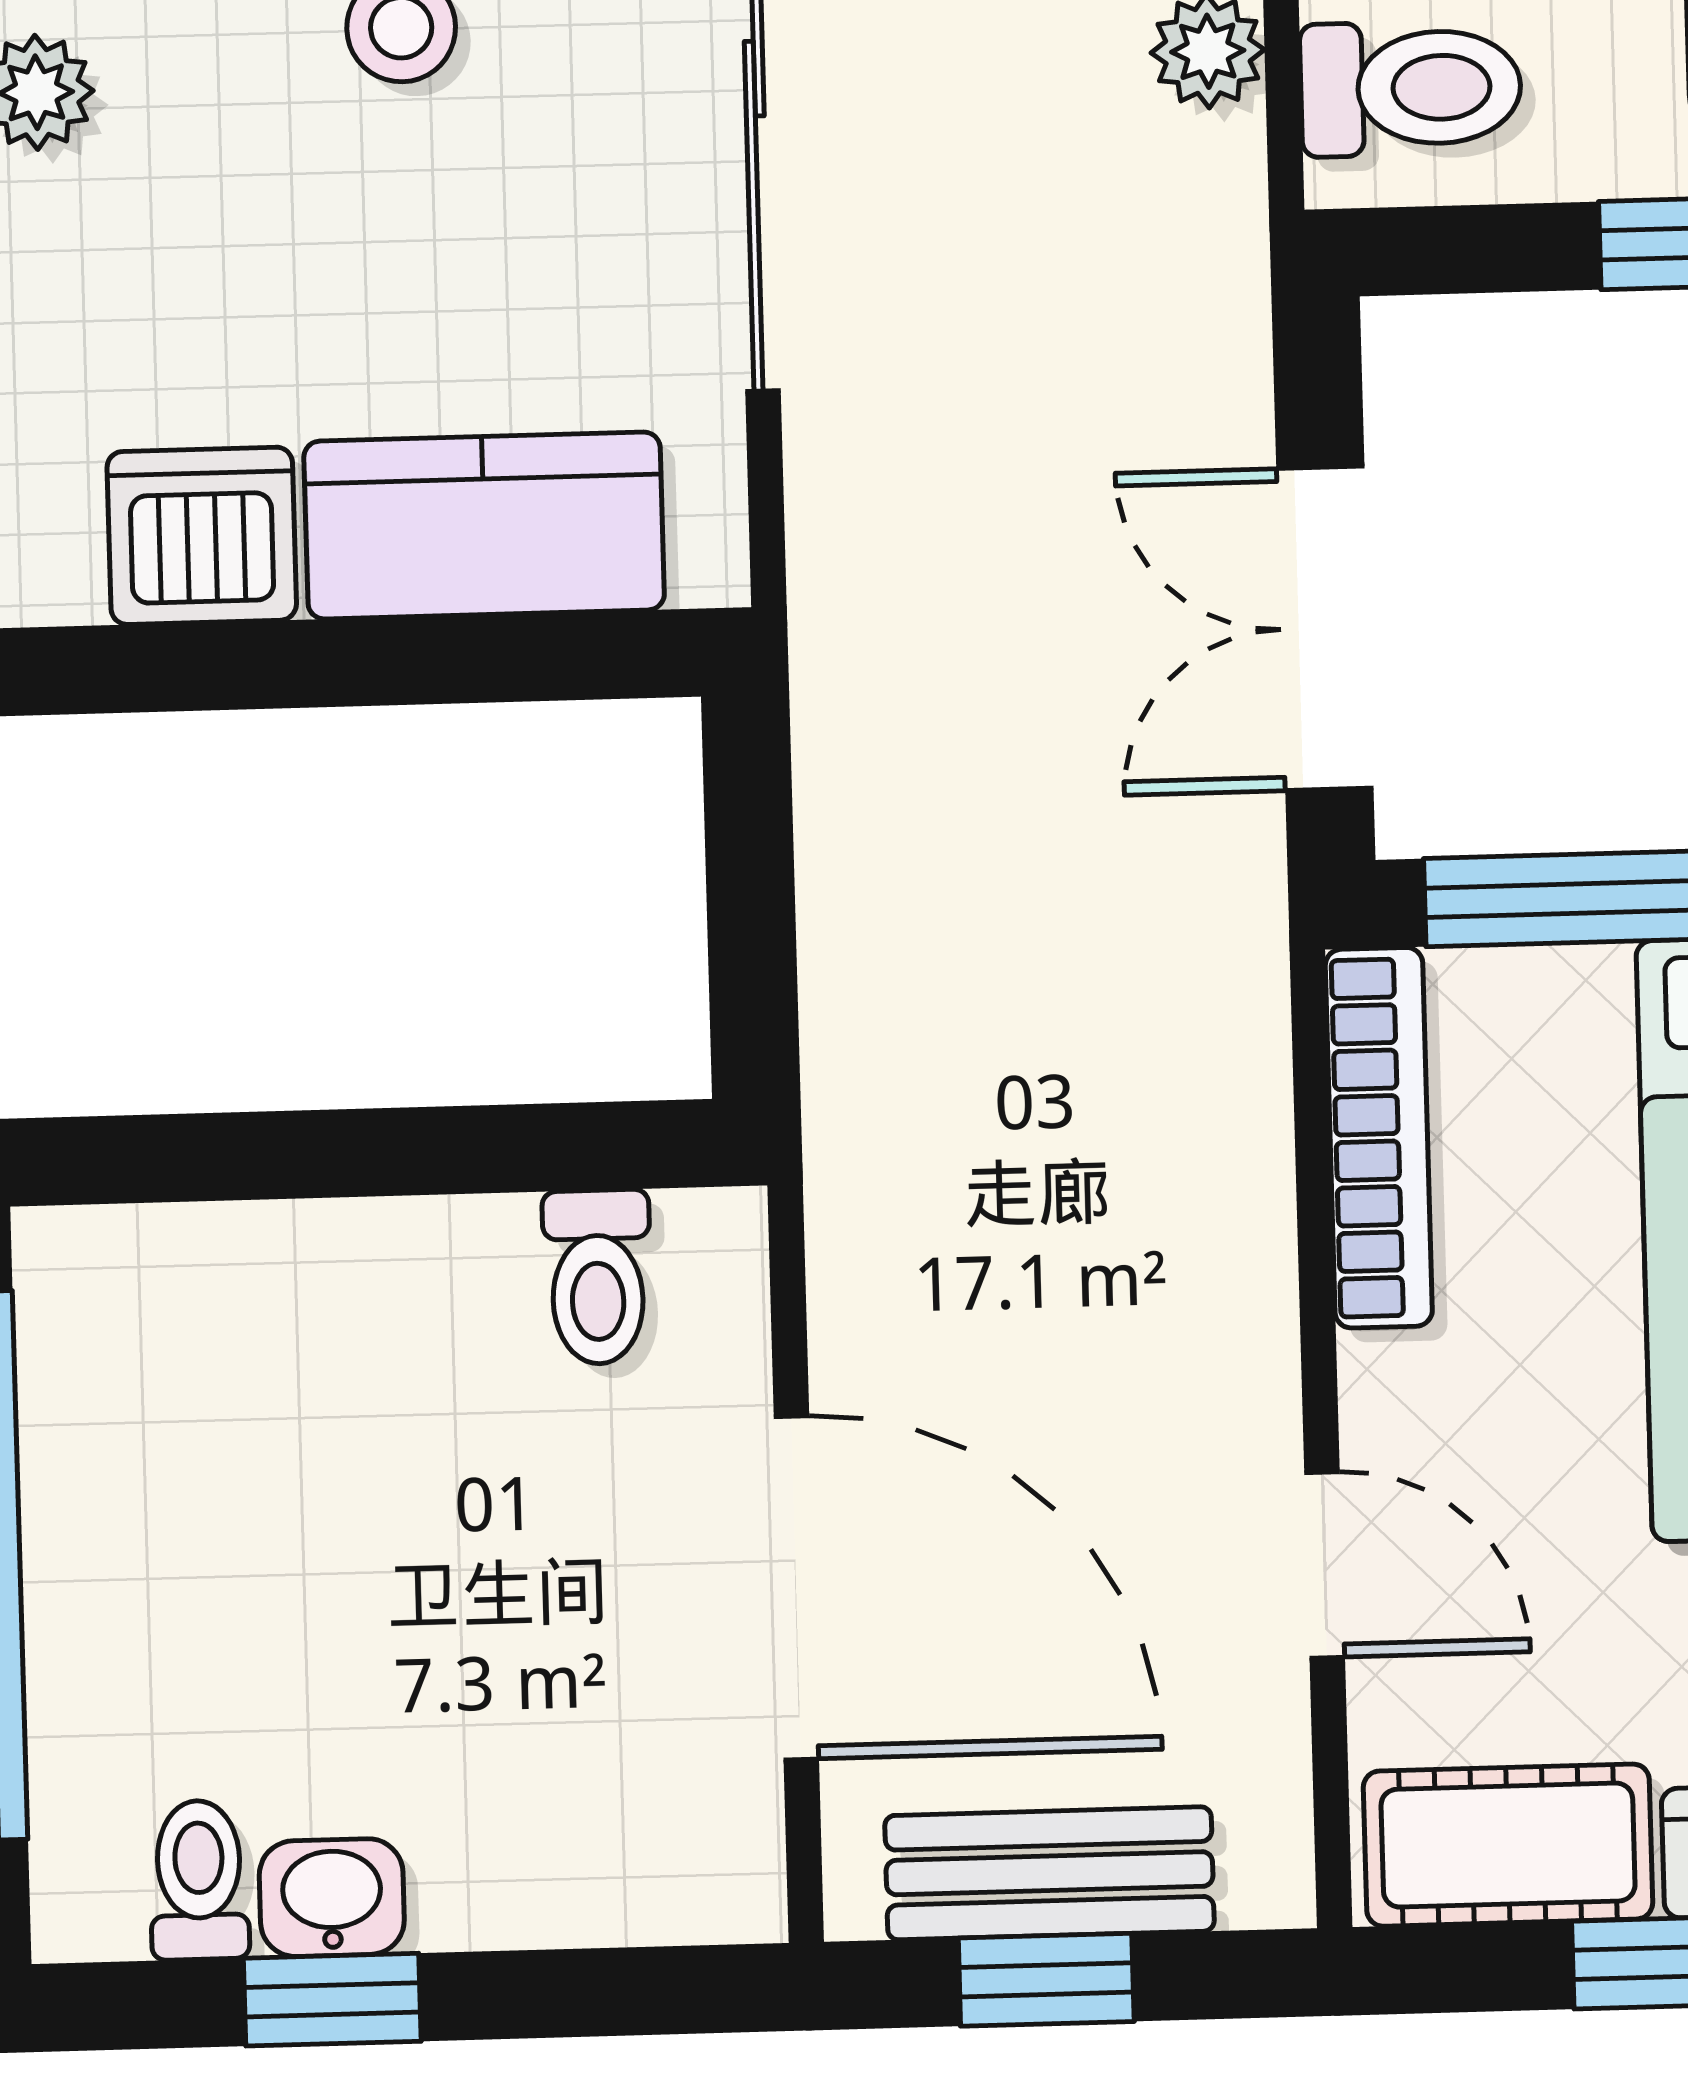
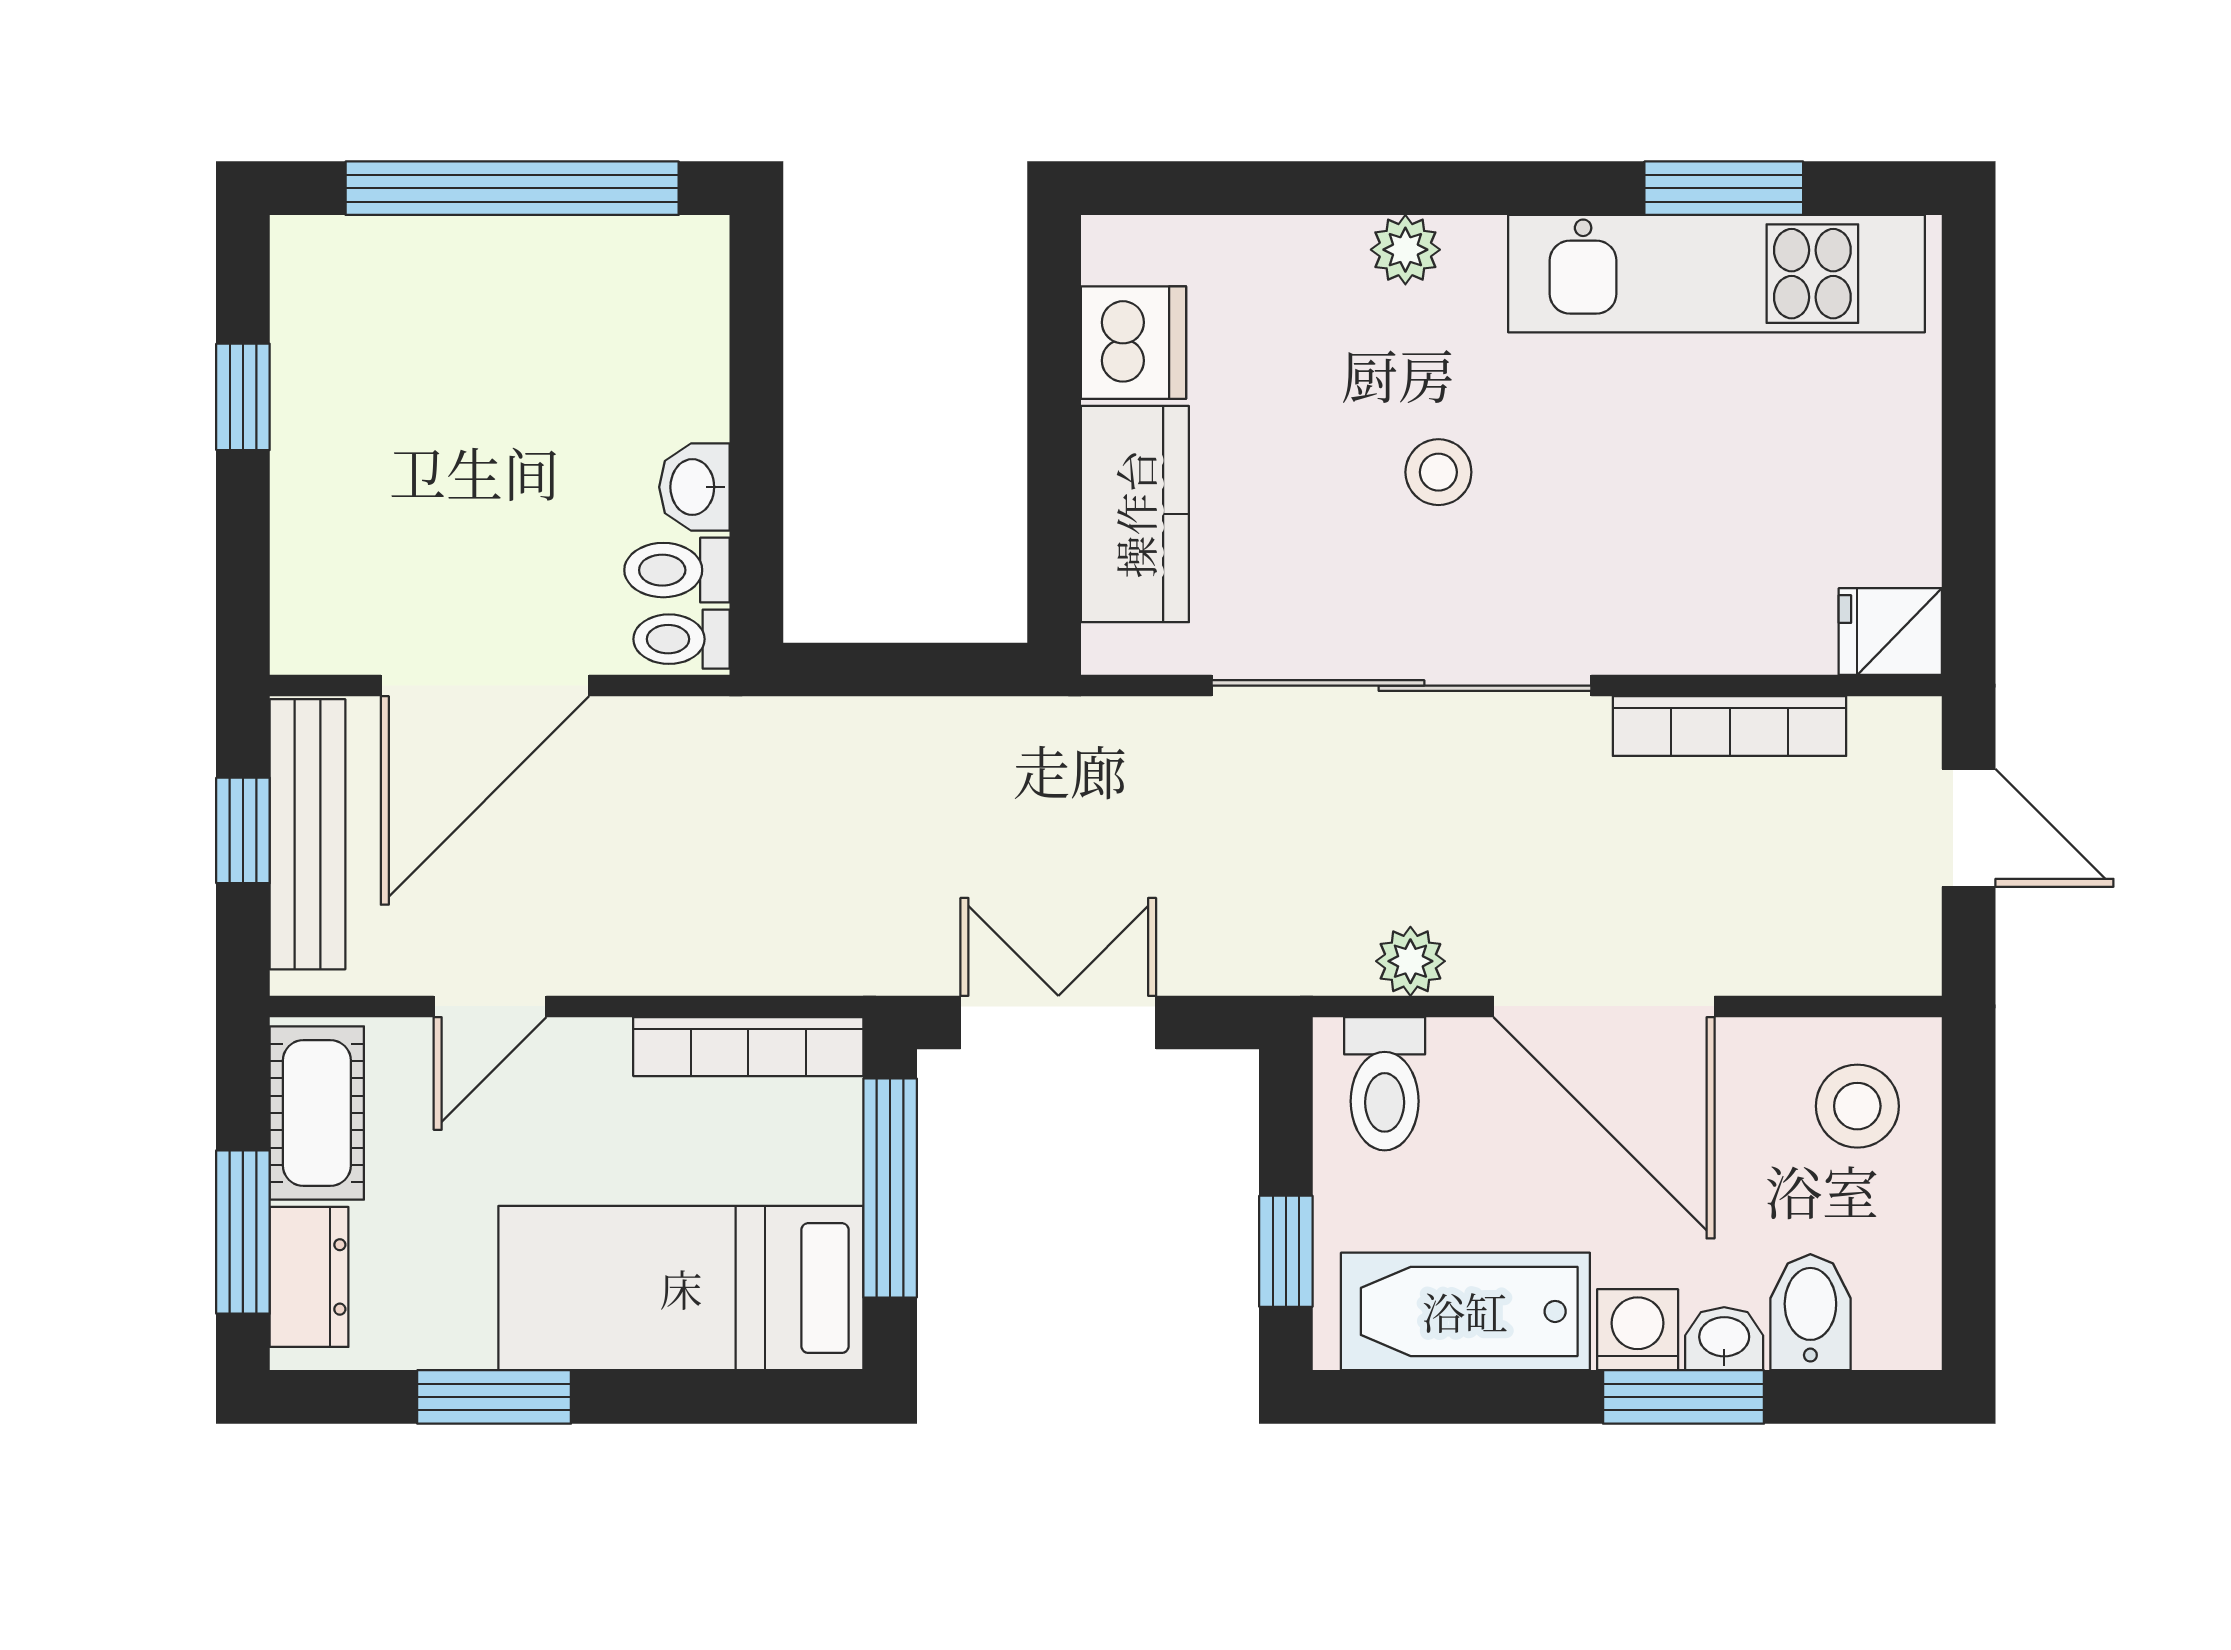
bench: (1049, 1873) -> (307, 834), width x1.36
toilet: (199, 1880) -> (682, 639), moved, turned 180
washbasin: (332, 1898) -> (694, 487), moved, turned 180

